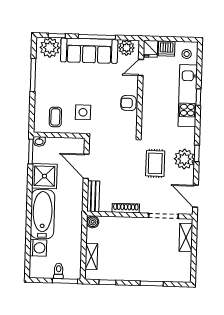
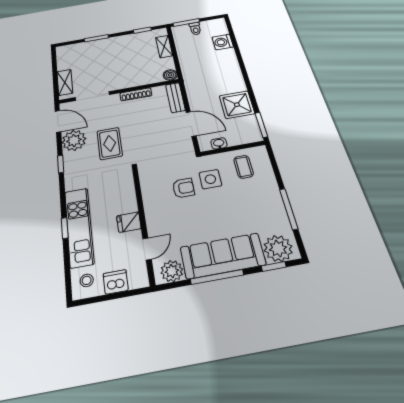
fridge: (150, 49) -> (129, 222), moved, turned -90
armchair: (128, 103) -> (183, 188), moved
washbasin: (39, 141) -> (219, 143), moved
plant: (184, 159) -> (74, 140), moved
bathtub: (43, 214) -> (228, 70), removed

